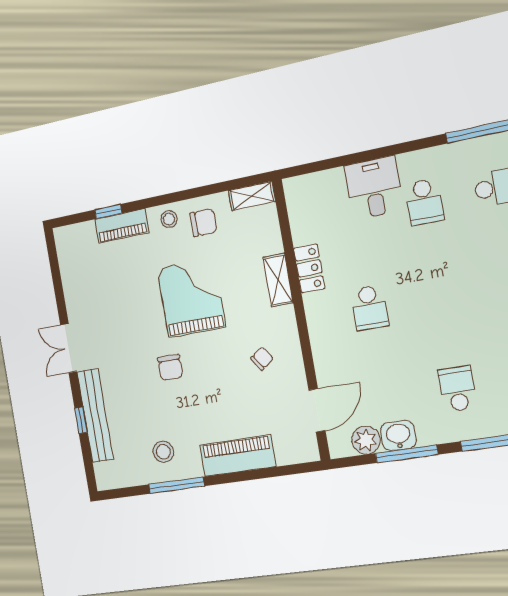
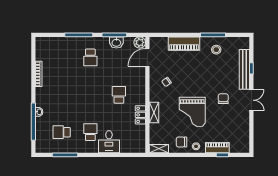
chair: (170, 367) -> (223, 99), moved
plant: (366, 440) -> (140, 42), moved

